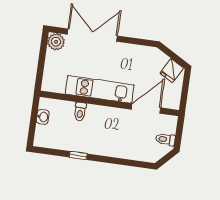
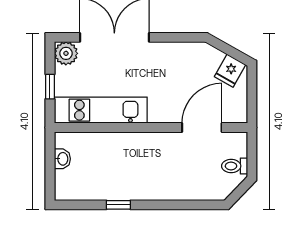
window: (41, 64) -> (50, 87), added
kitchen unit: (100, 89) -> (101, 110), moved
toilet: (80, 112) -> (112, 144), removed

